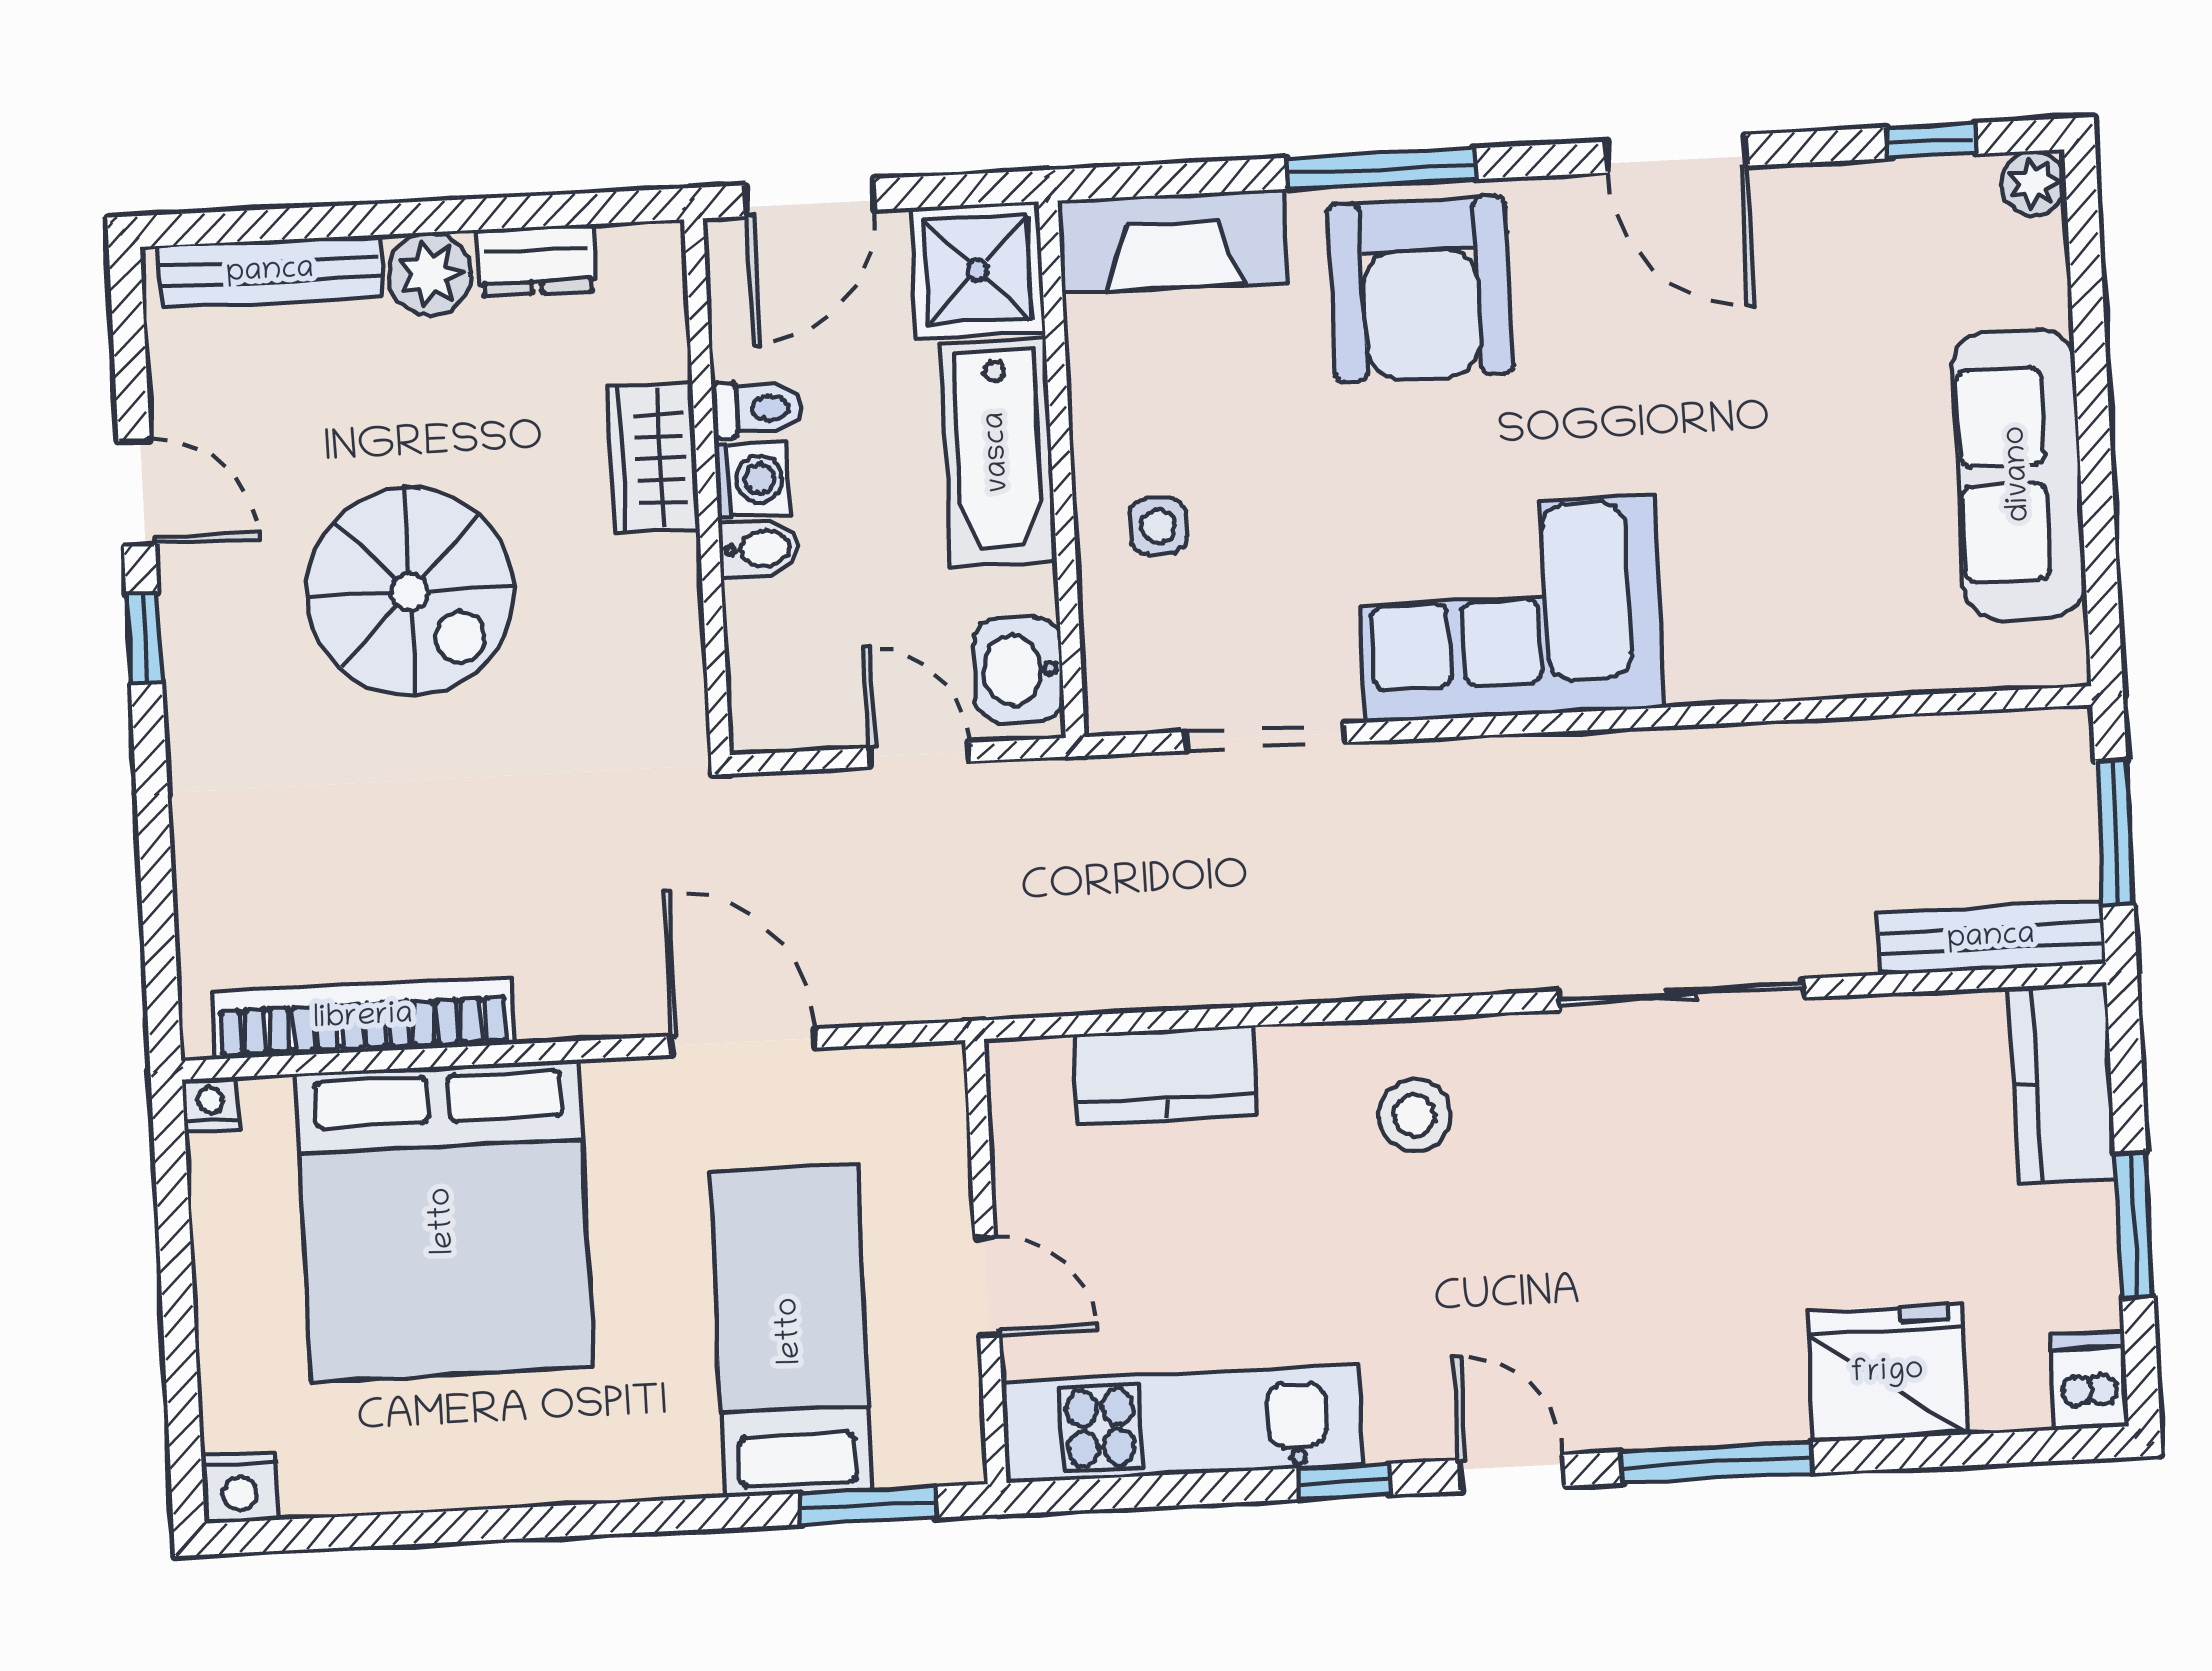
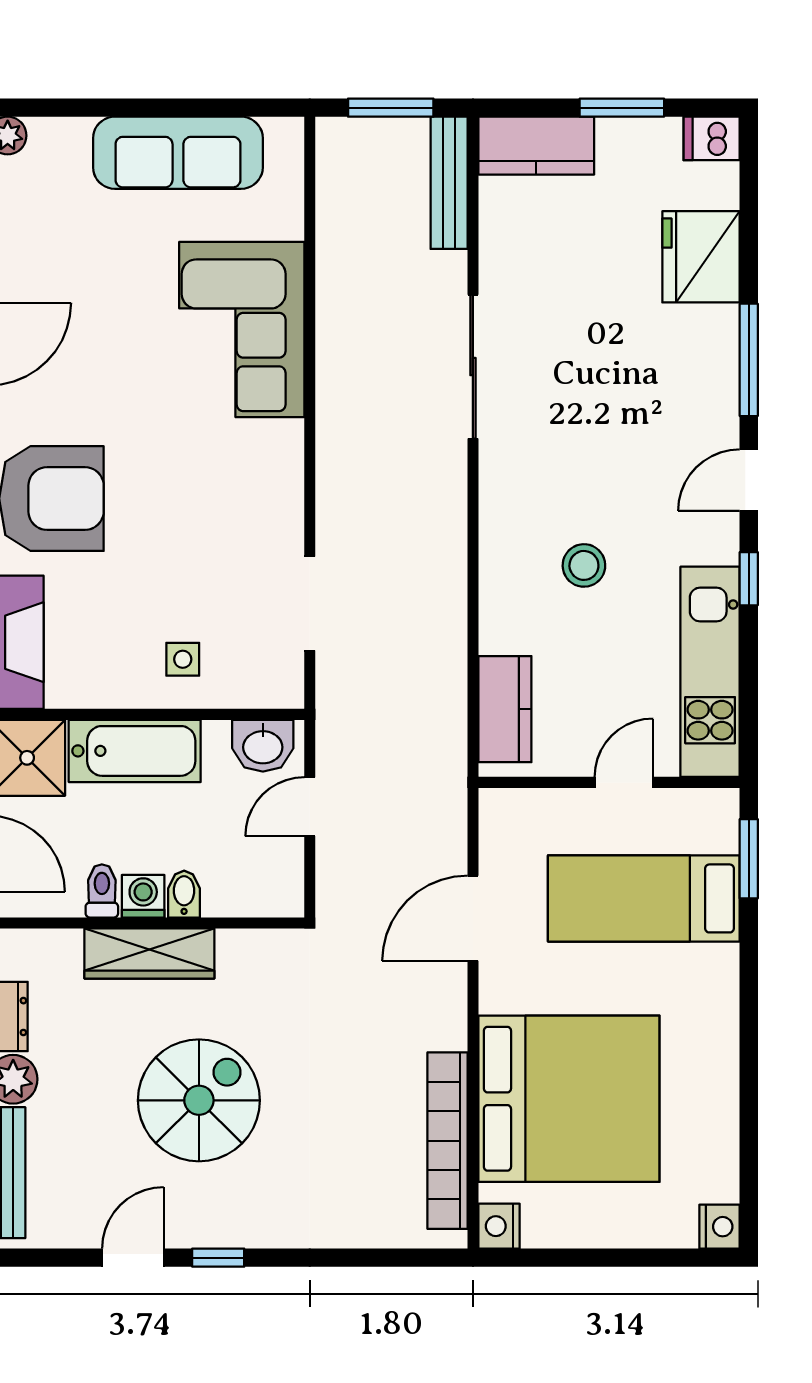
wardrobe: (653, 458) -> (149, 953), width x1.50
corner sofa: (1510, 609) -> (242, 330), moved
kitchen counter: (1165, 1075) -> (505, 709), moved
nightstand: (211, 1104) -> (499, 1226), width x1.39, depth x1.35
stool: (1414, 1115) -> (584, 565), moved

